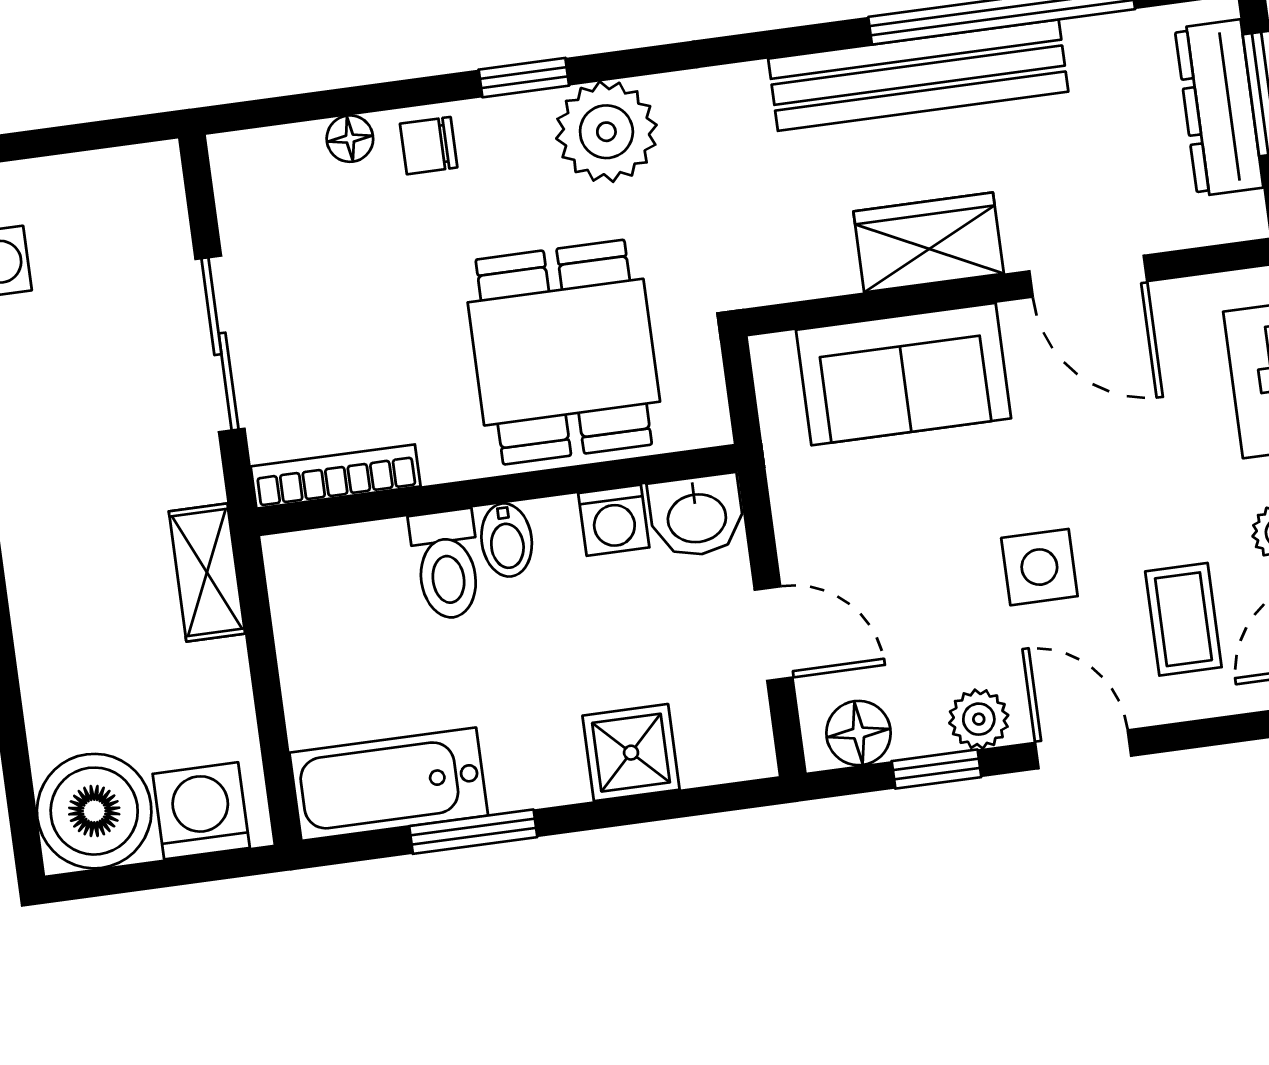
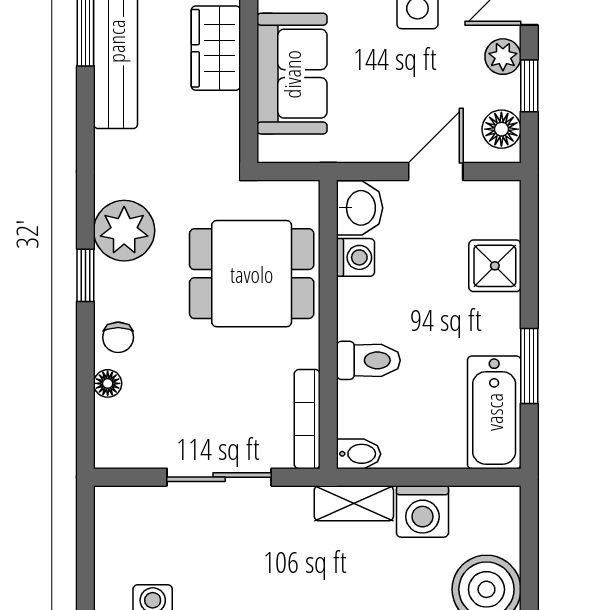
bidet: (507, 540) -> (359, 454), moved
washing machine: (201, 811) -> (422, 511), moved, turned -90

